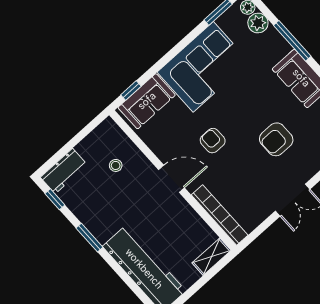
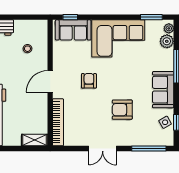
door: (171, 179) -> (50, 81), swing flipped

